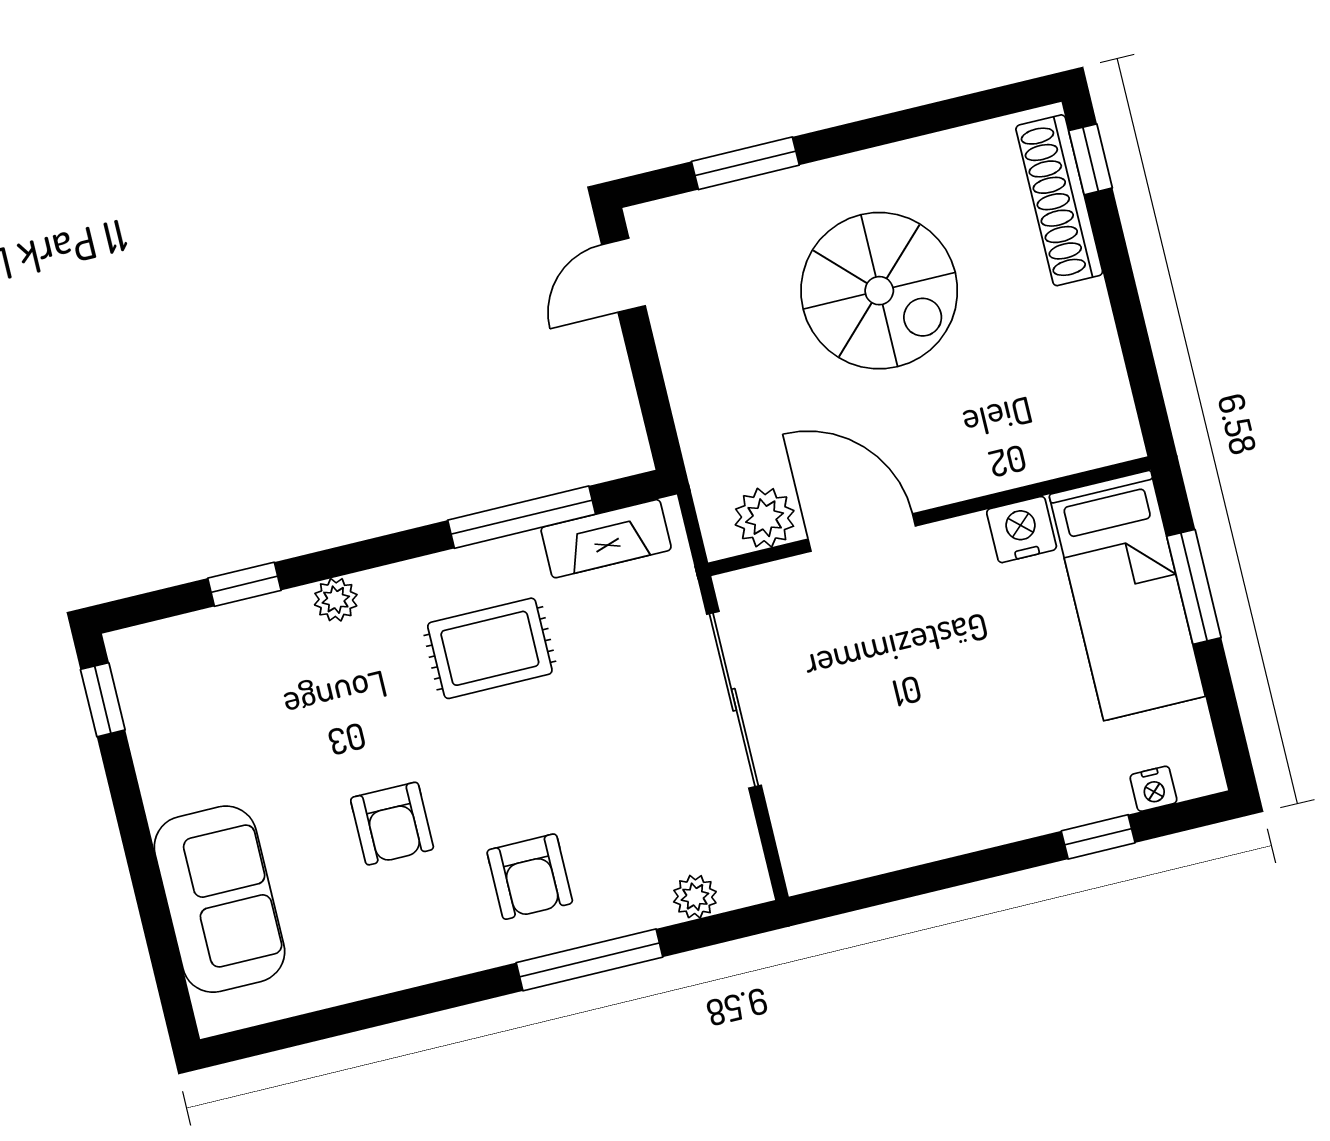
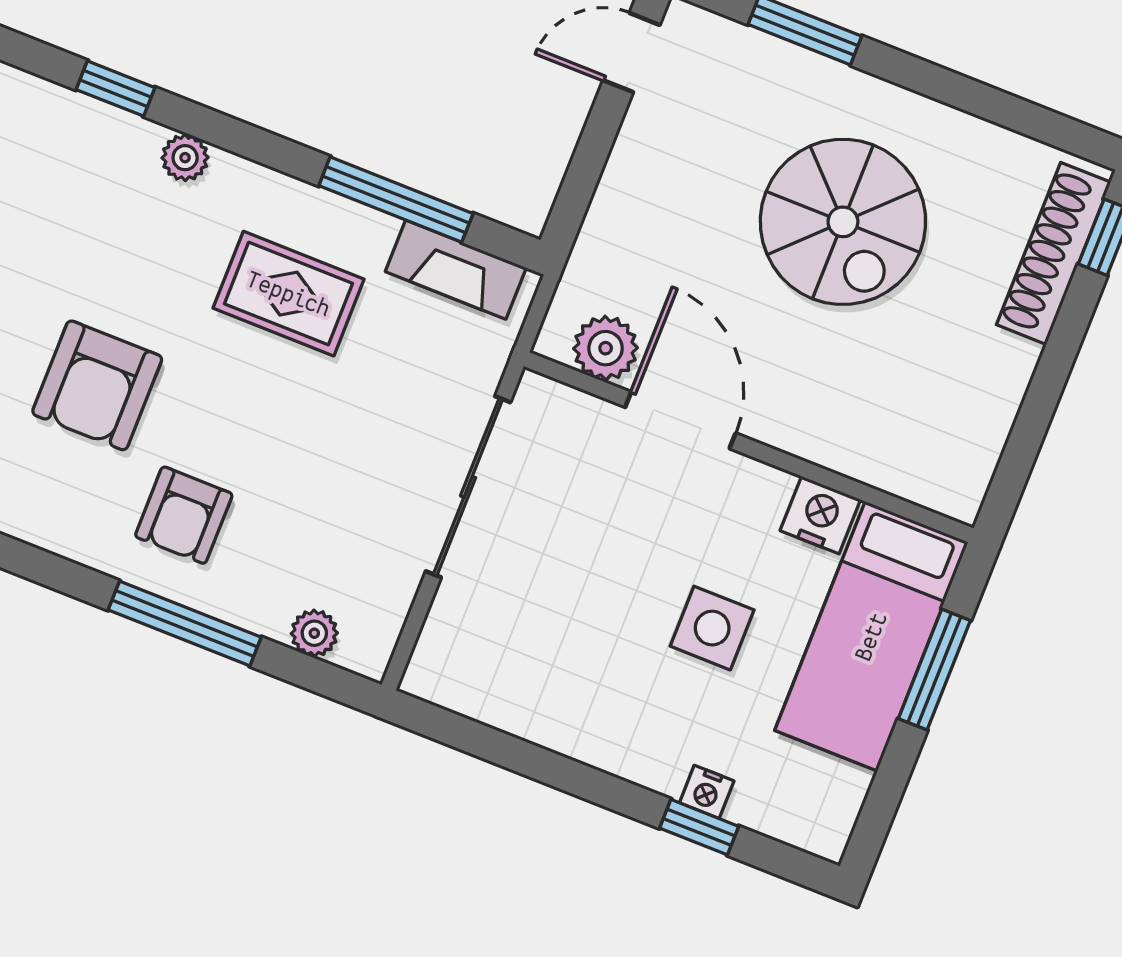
side table: (1000, 676) -> (712, 628), added
nightstand: (1153, 789) -> (707, 792), moved
armchair: (392, 824) -> (97, 385), width x1.38, depth x1.38

